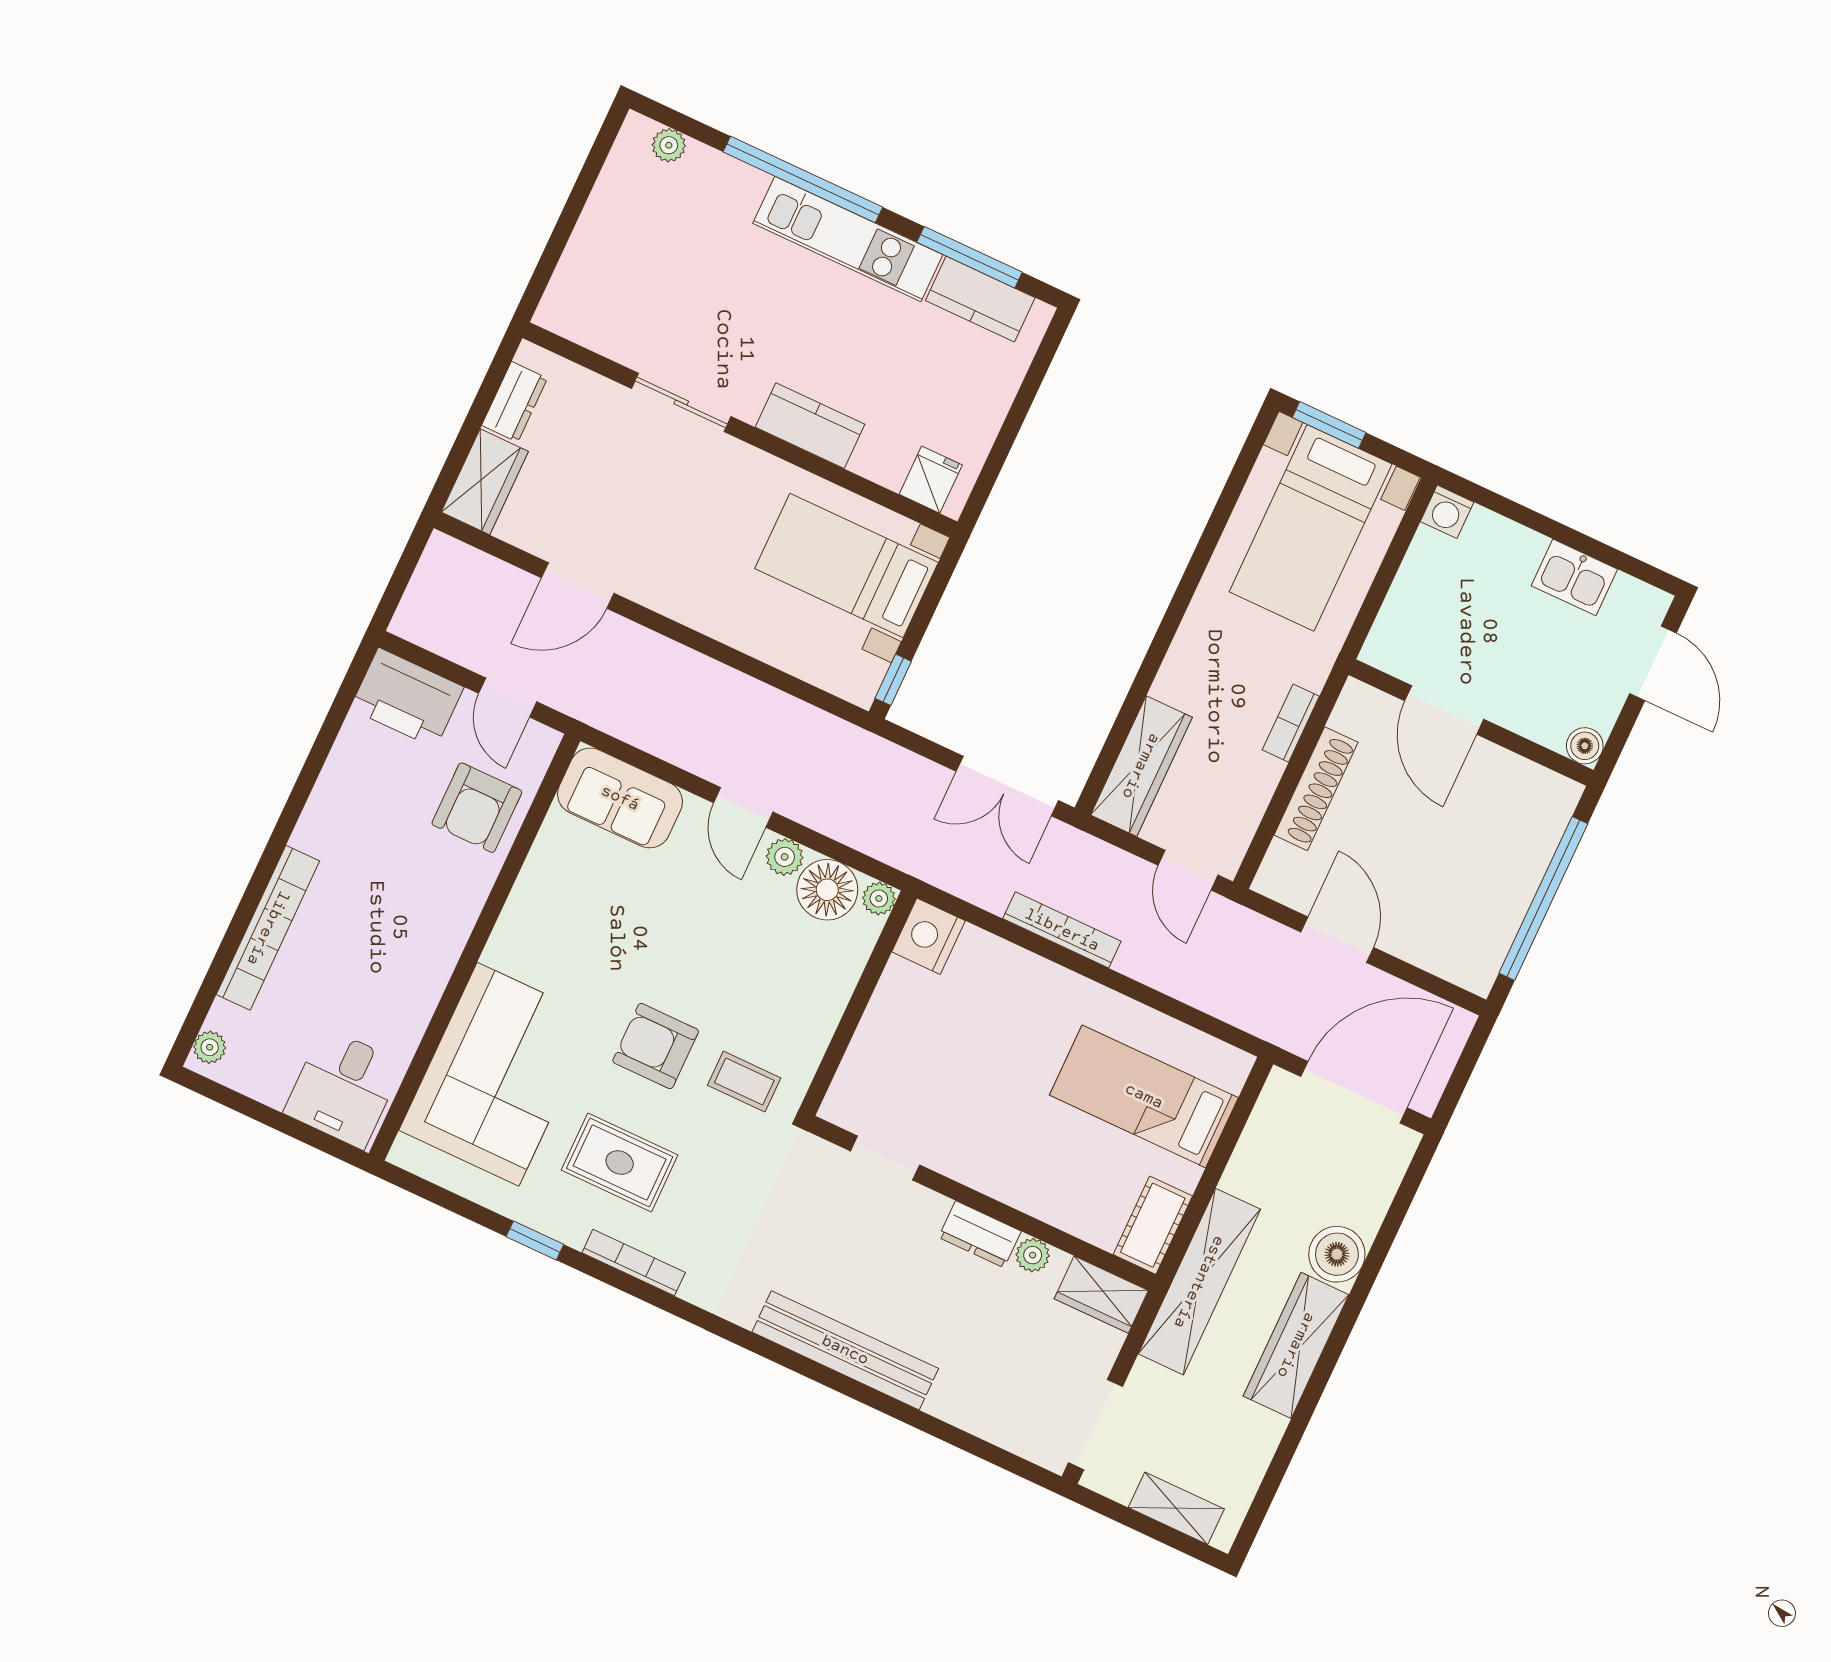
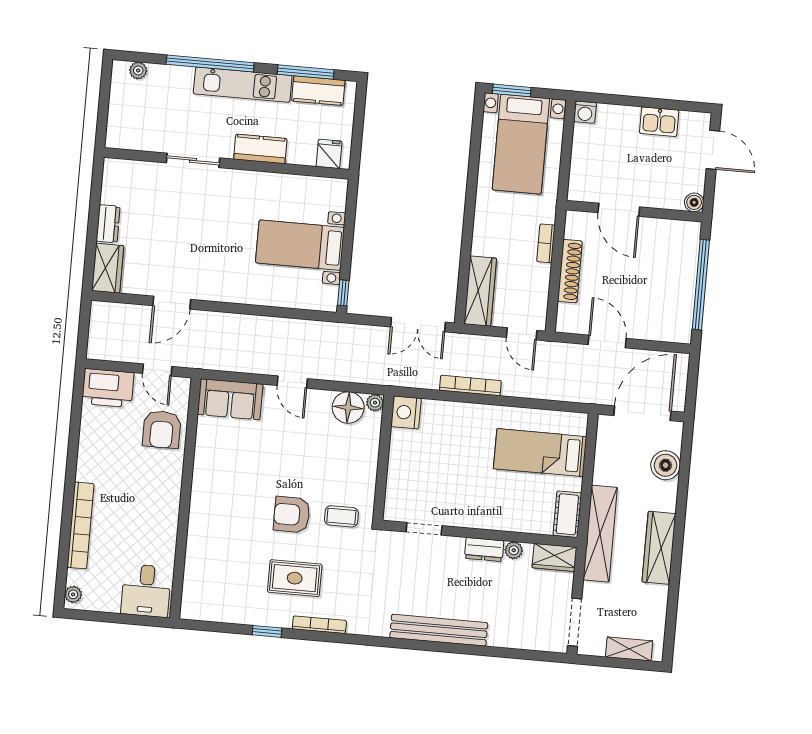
sliding door: (681, 402) -> (193, 160), moved
kitchen counter: (810, 426) -> (260, 149), moved
wall: (740, 430) -> (227, 163), moved
fridge: (931, 480) -> (329, 154), moved
plant: (785, 857) -> (321, 399), removed
corner sofa: (498, 1074) -> (219, 556), removed
boiler: (1337, 1254) -> (666, 465), moved

